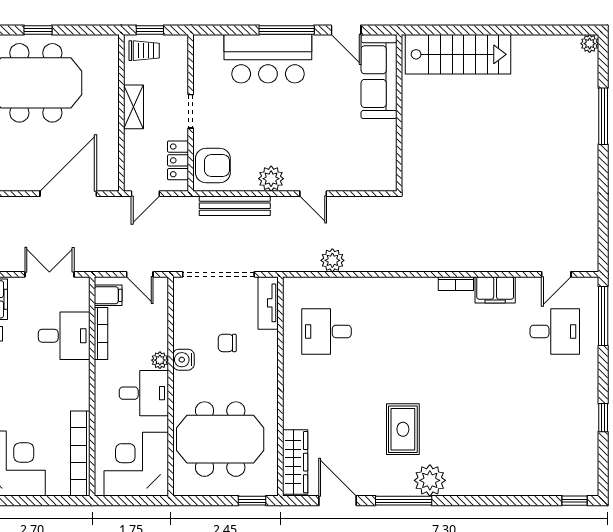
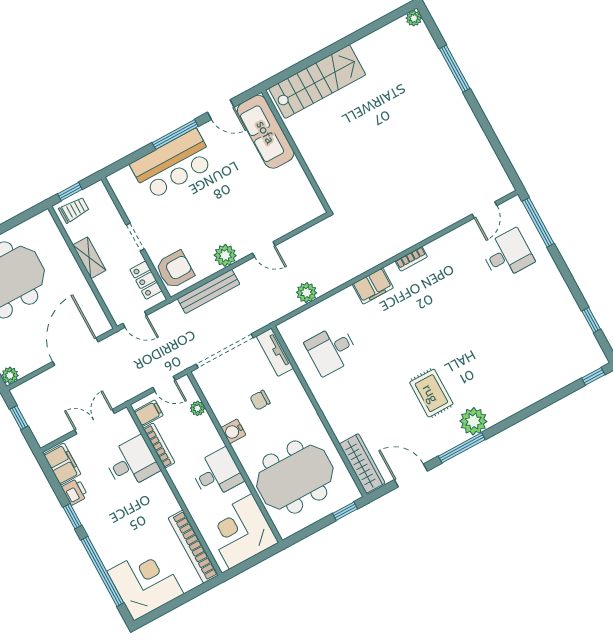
door: (145, 194) -> (135, 319), hinge flipped
filing cabinet: (495, 290) -> (373, 286), moved
plant: (160, 360) -> (197, 408), moved
window: (603, 418) -> (591, 320), moved

